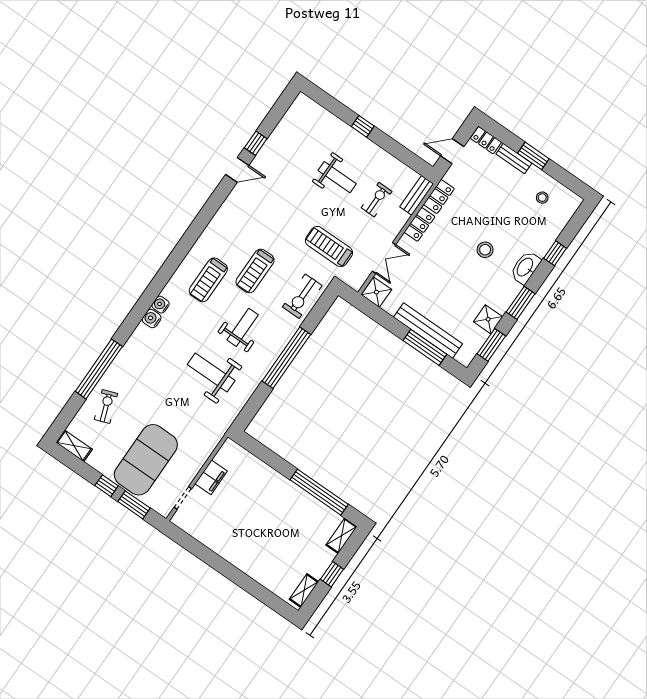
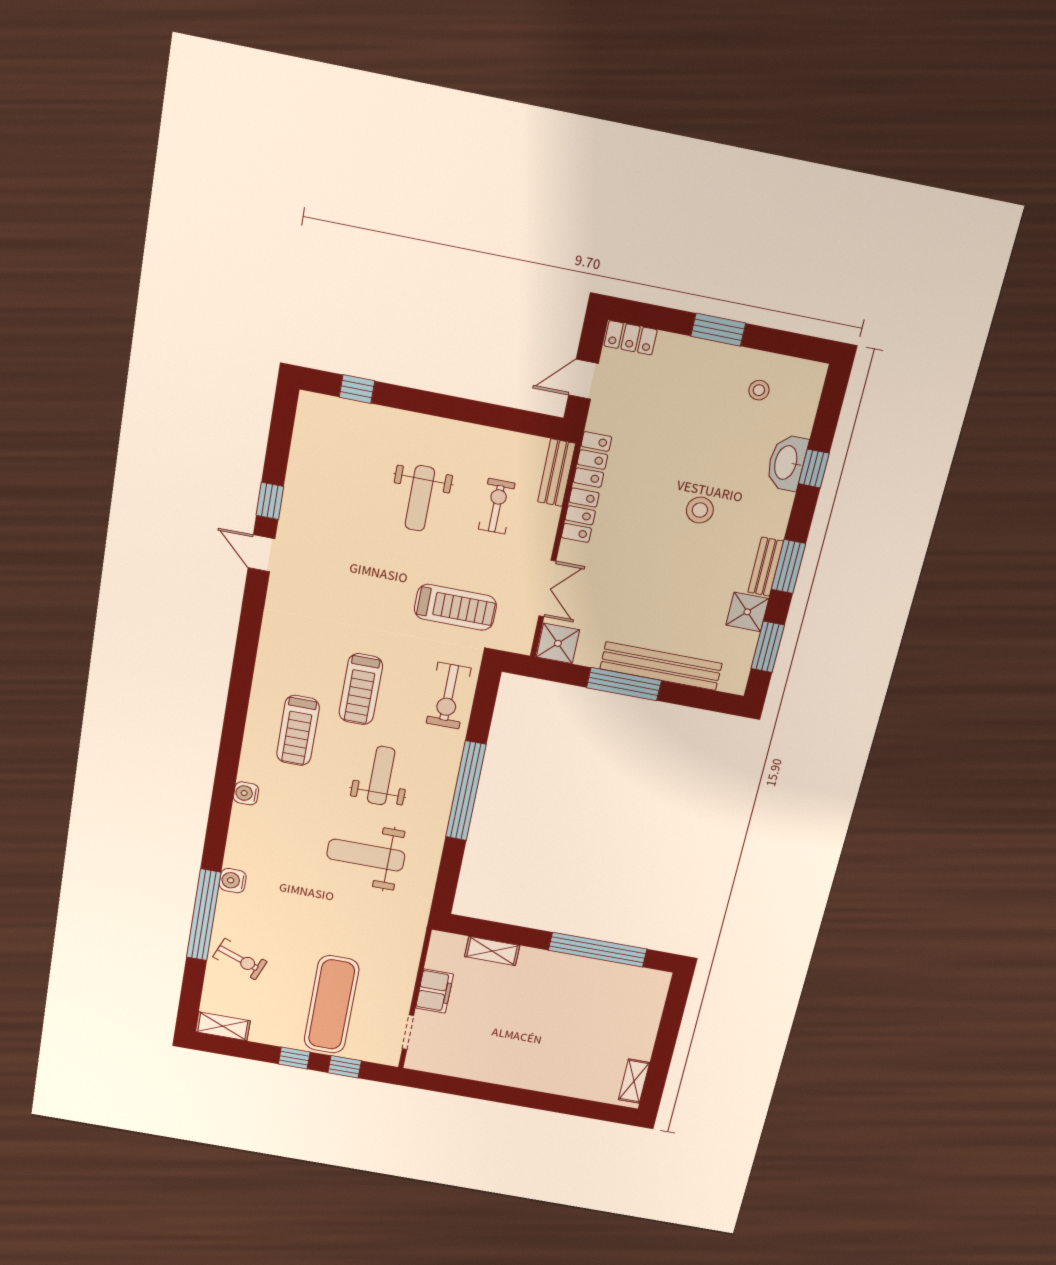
window: (363, 126) -> (357, 389), moved
bench: (514, 159) -> (766, 567), moved, turned 90
door: (237, 170) -> (261, 553), swing flipped
weight bench: (337, 177) -> (420, 498), turned 90
treadmill: (329, 247) -> (455, 607), turned 180
washbasin: (525, 267) -> (787, 463), moved
water cooler: (152, 319) -> (233, 881), moved
window: (425, 347) -> (624, 684), moved
exercise bike: (106, 407) -> (240, 959), turned 131
exercise mat: (146, 460) -> (331, 1005), width x0.68
window: (134, 505) -> (345, 1067), width x0.67
shelving: (342, 536) -> (492, 951), moved, turned 90
window: (332, 574) -> (664, 1046), removed

